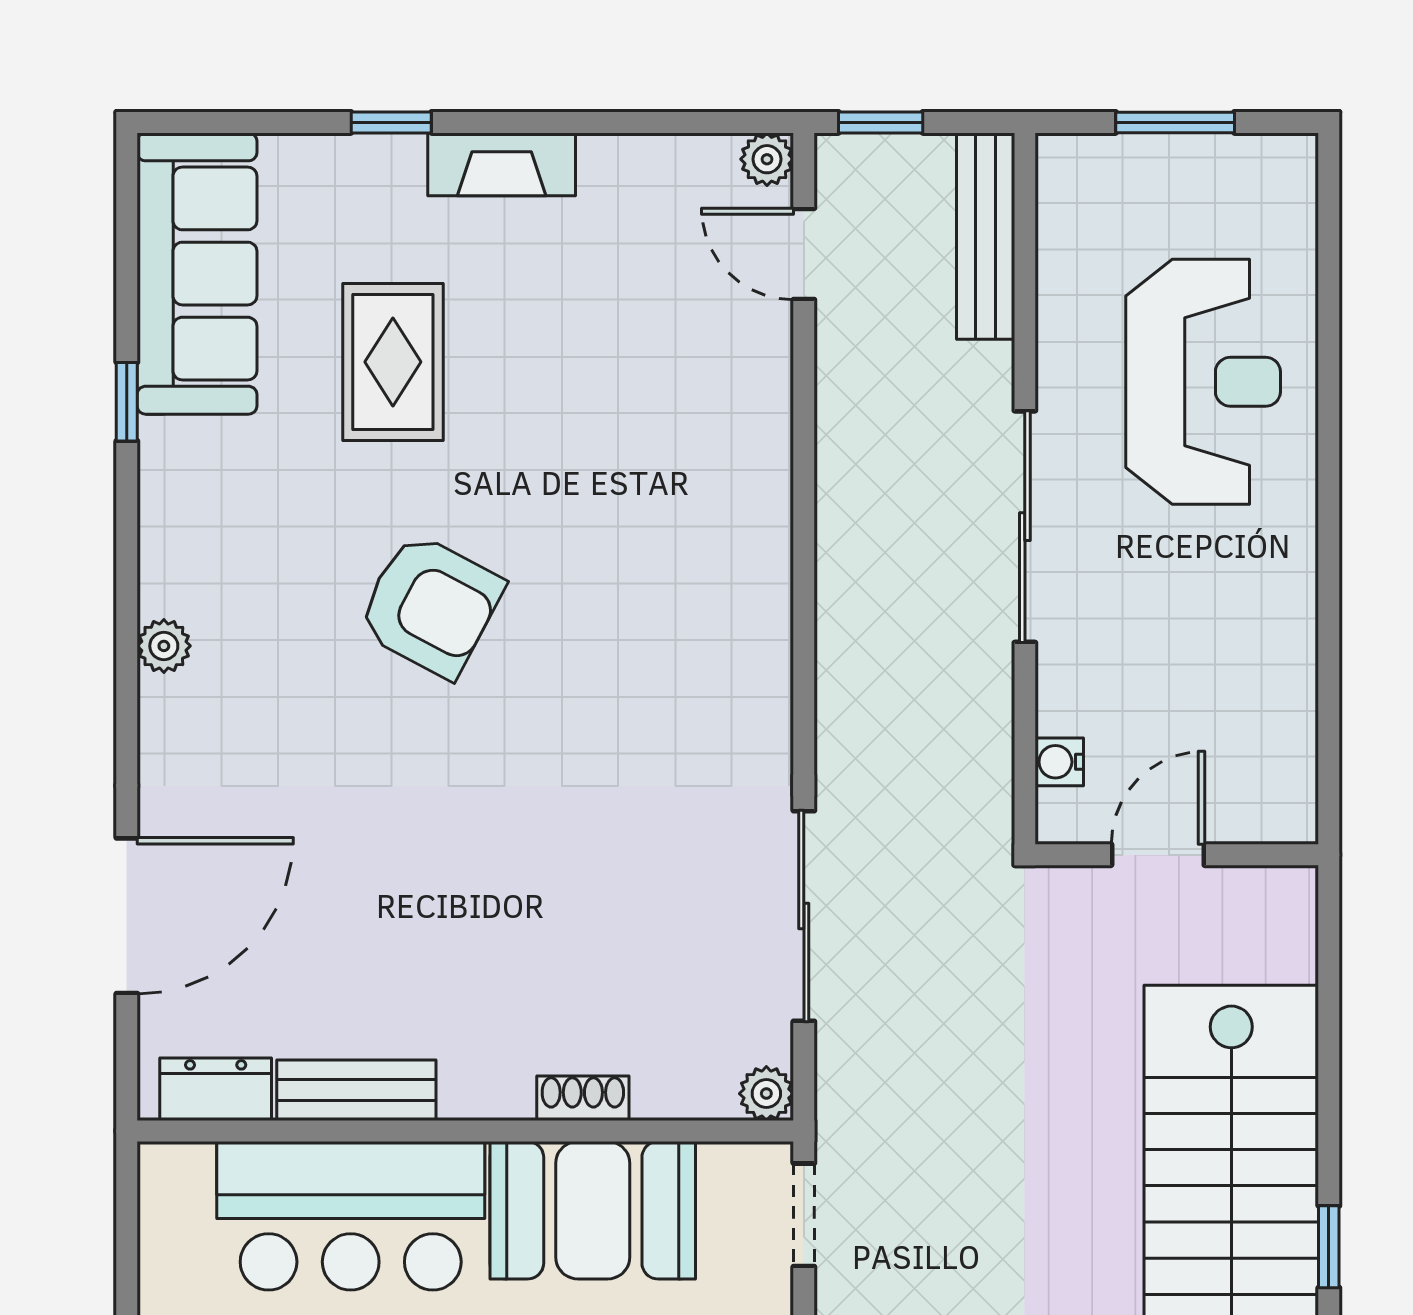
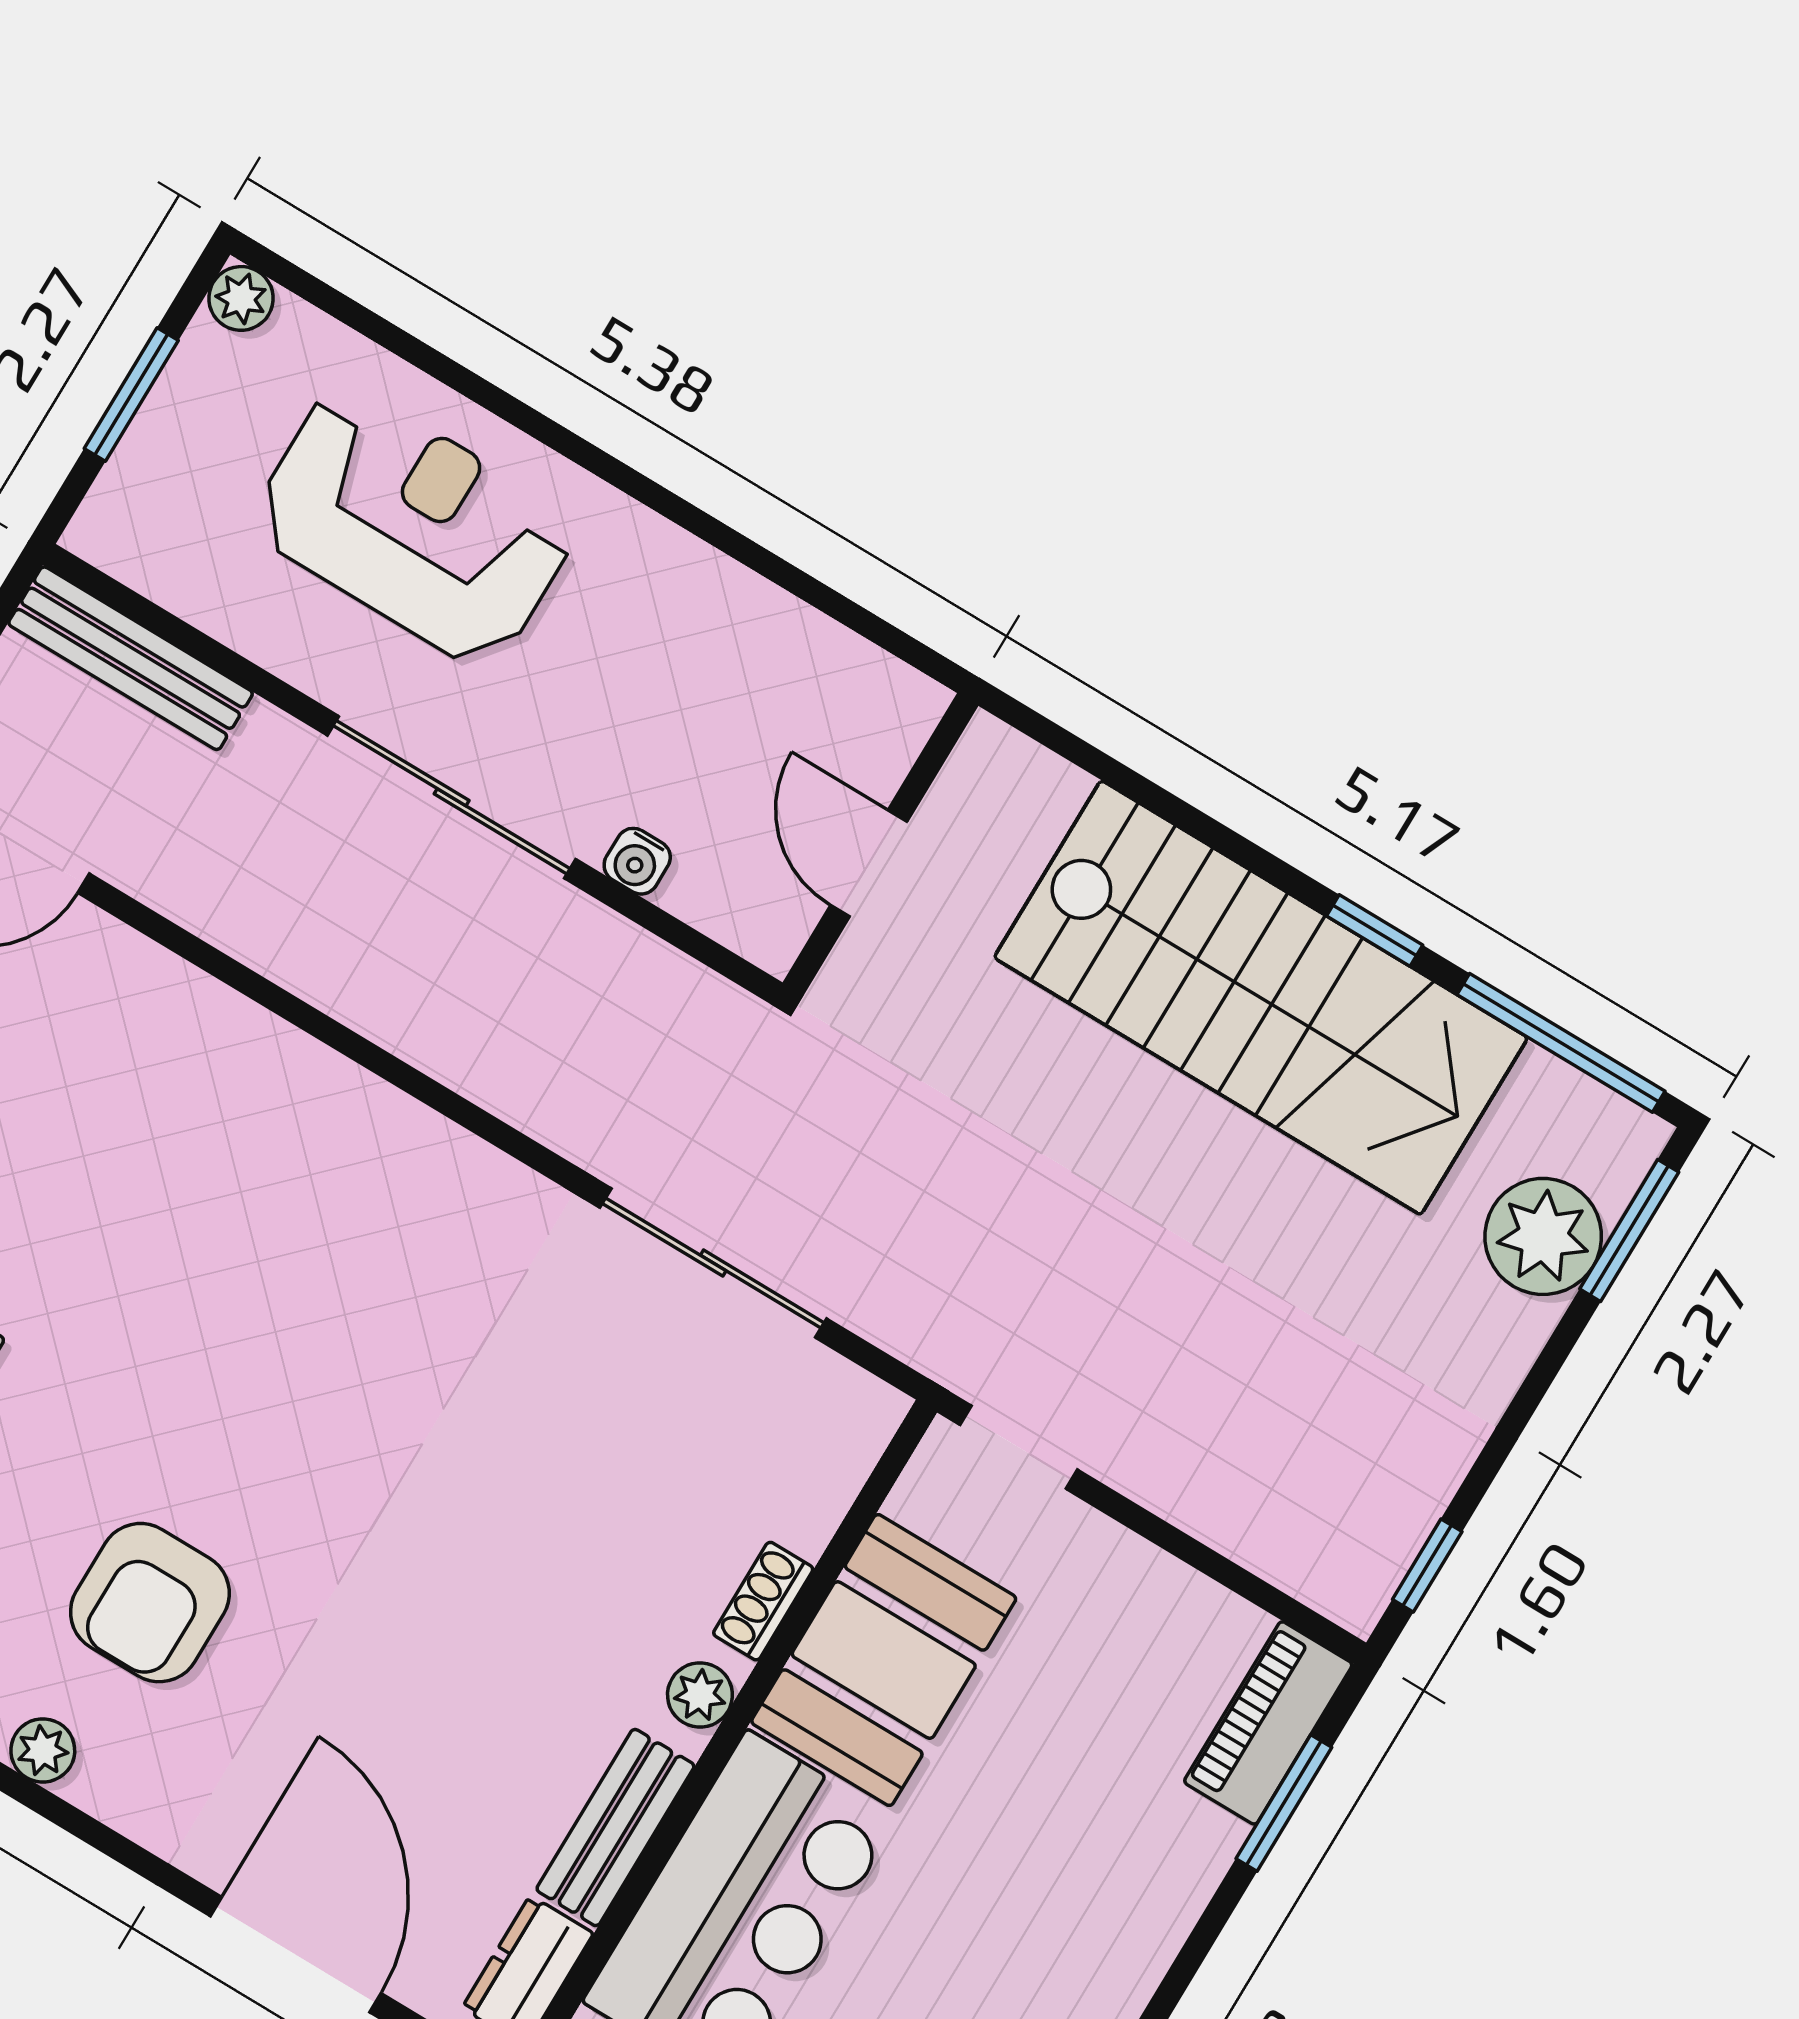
plant: (1292, 160) -> (241, 298), added
armchair: (430, 605) -> (150, 1603), moved, turned 152
water cooler: (1059, 762) -> (637, 861), moved
plant: (766, 1094) -> (700, 1695), moved

